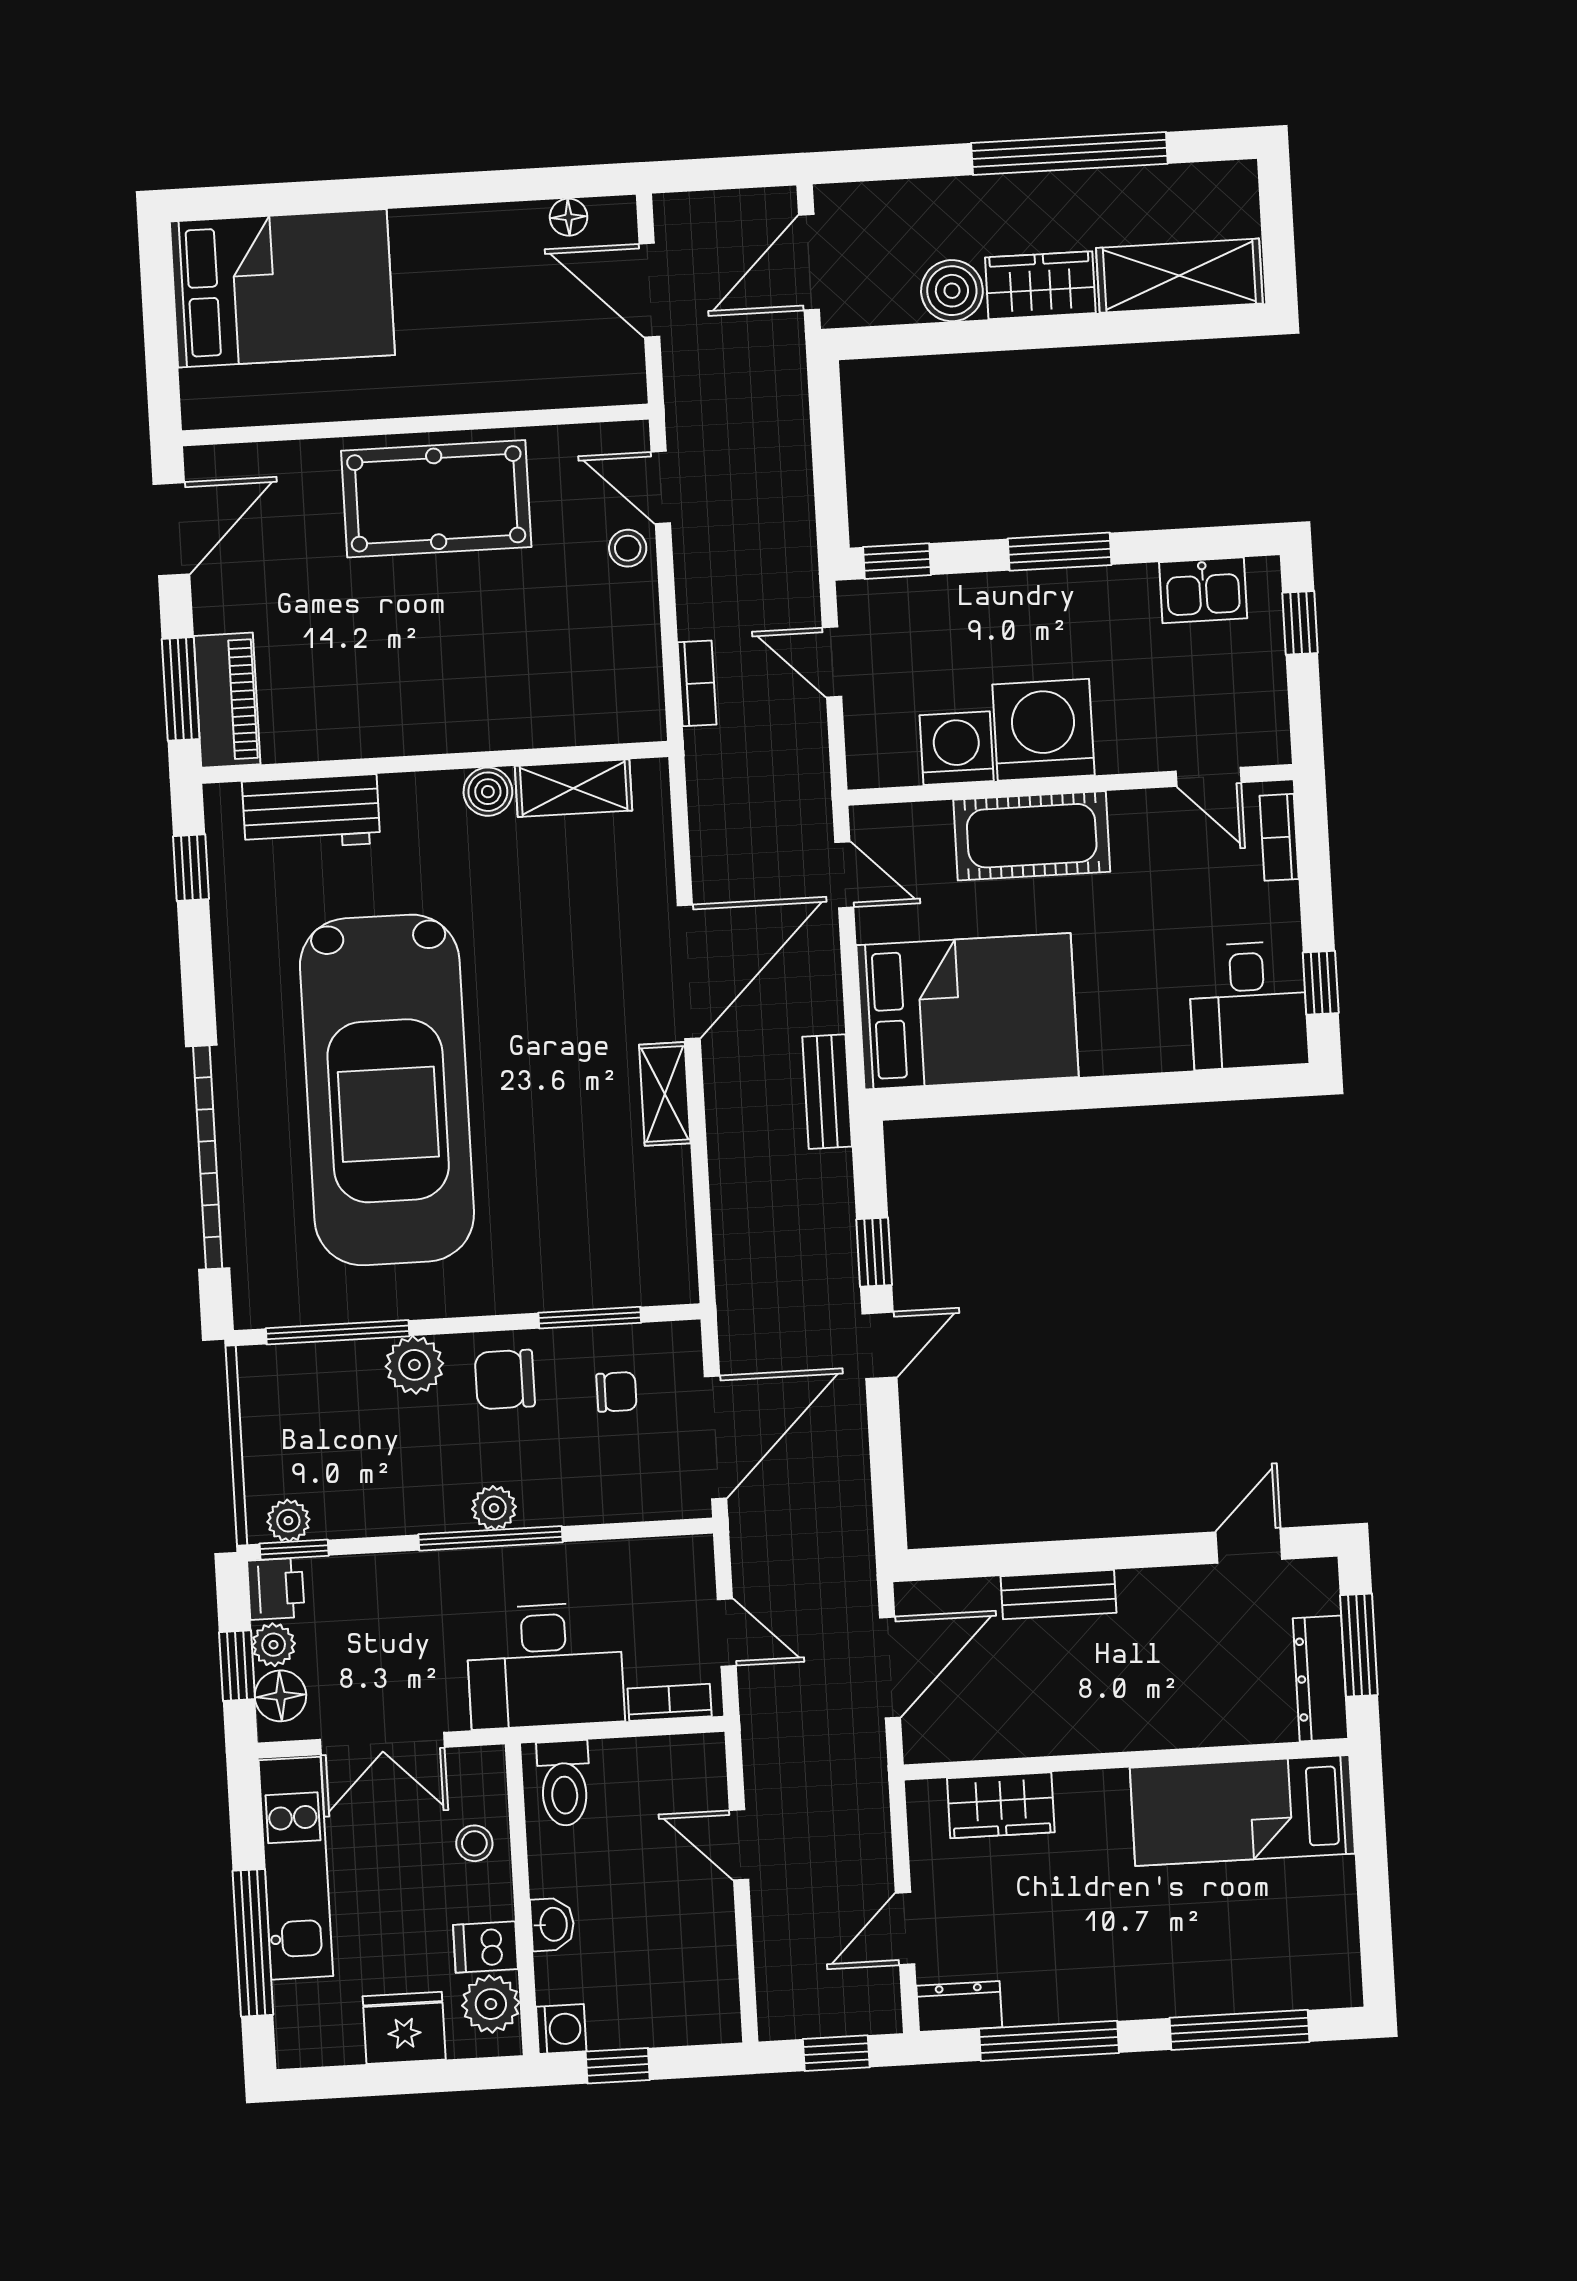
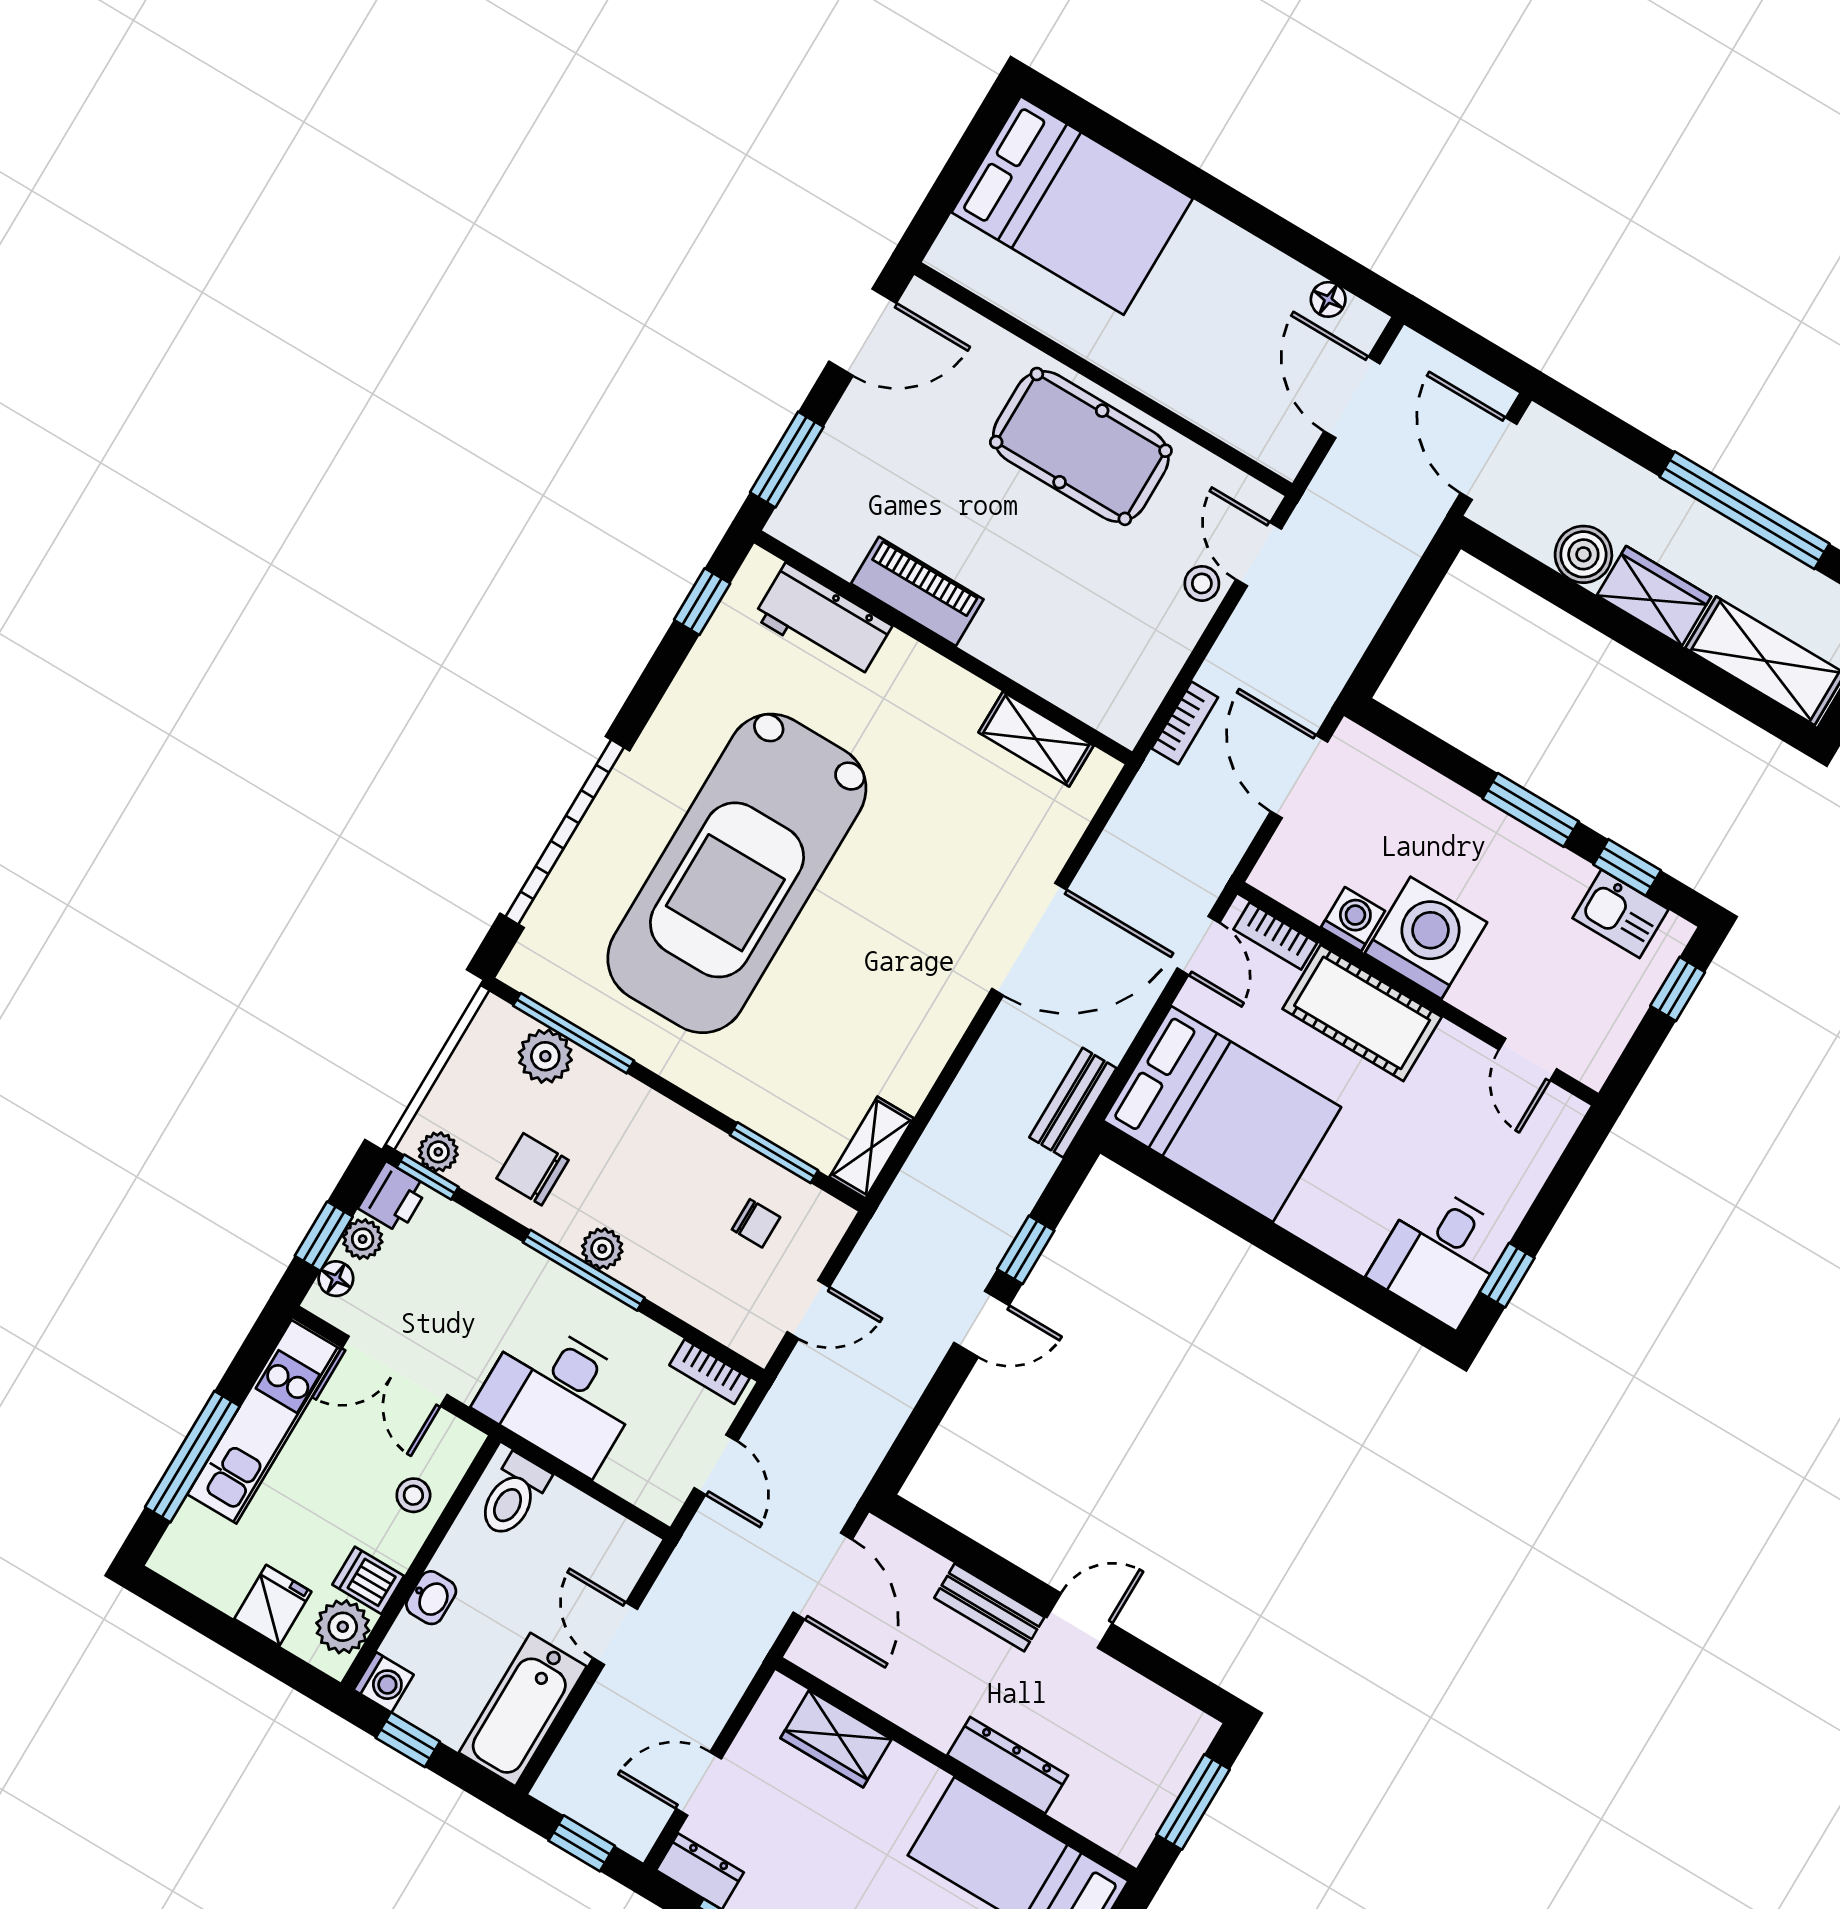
door: (809, 262) -> (1489, 459), hinge flipped
window: (897, 561) -> (1627, 867), moved
door: (832, 662) -> (1299, 777), width x1.38
piano: (227, 700) -> (917, 591), moved, turned -90
washing machine: (957, 748) -> (1353, 919), width x0.73, depth x0.73
boiler: (488, 792) -> (969, 697), removed
bookcase: (1279, 837) -> (1275, 936), moved, turned -90
shelving: (665, 1094) -> (872, 1148), moved
plant: (414, 1365) -> (545, 1056), moved
chair: (505, 1379) -> (533, 1169), moved
door: (716, 1437) -> (808, 1309), width x0.53
door: (1249, 1546) -> (1079, 1620), moved
door: (890, 1667) -> (823, 1576), hinge flipped
dresser: (1321, 1678) -> (1008, 1765), moved, turned 90
floor lamp: (280, 1696) -> (336, 1279), width x0.73, depth x0.73
bookcase: (670, 1702) -> (710, 1372), moved, turned 180
bathtub: (702, 1969) -> (523, 1710), added
fridge: (404, 2028) -> (273, 1605), width x0.72

